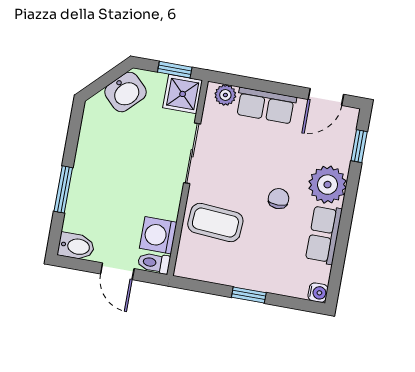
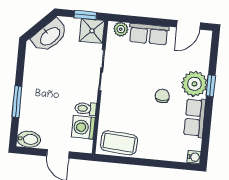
washbasin: (125, 92) -> (50, 36), width x1.38
window: (359, 146) -> (211, 86), moved
coffee table: (215, 222) -> (119, 143), moved
toilet: (154, 263) -> (86, 109), moved
window: (249, 295) -> (148, 162), removed

